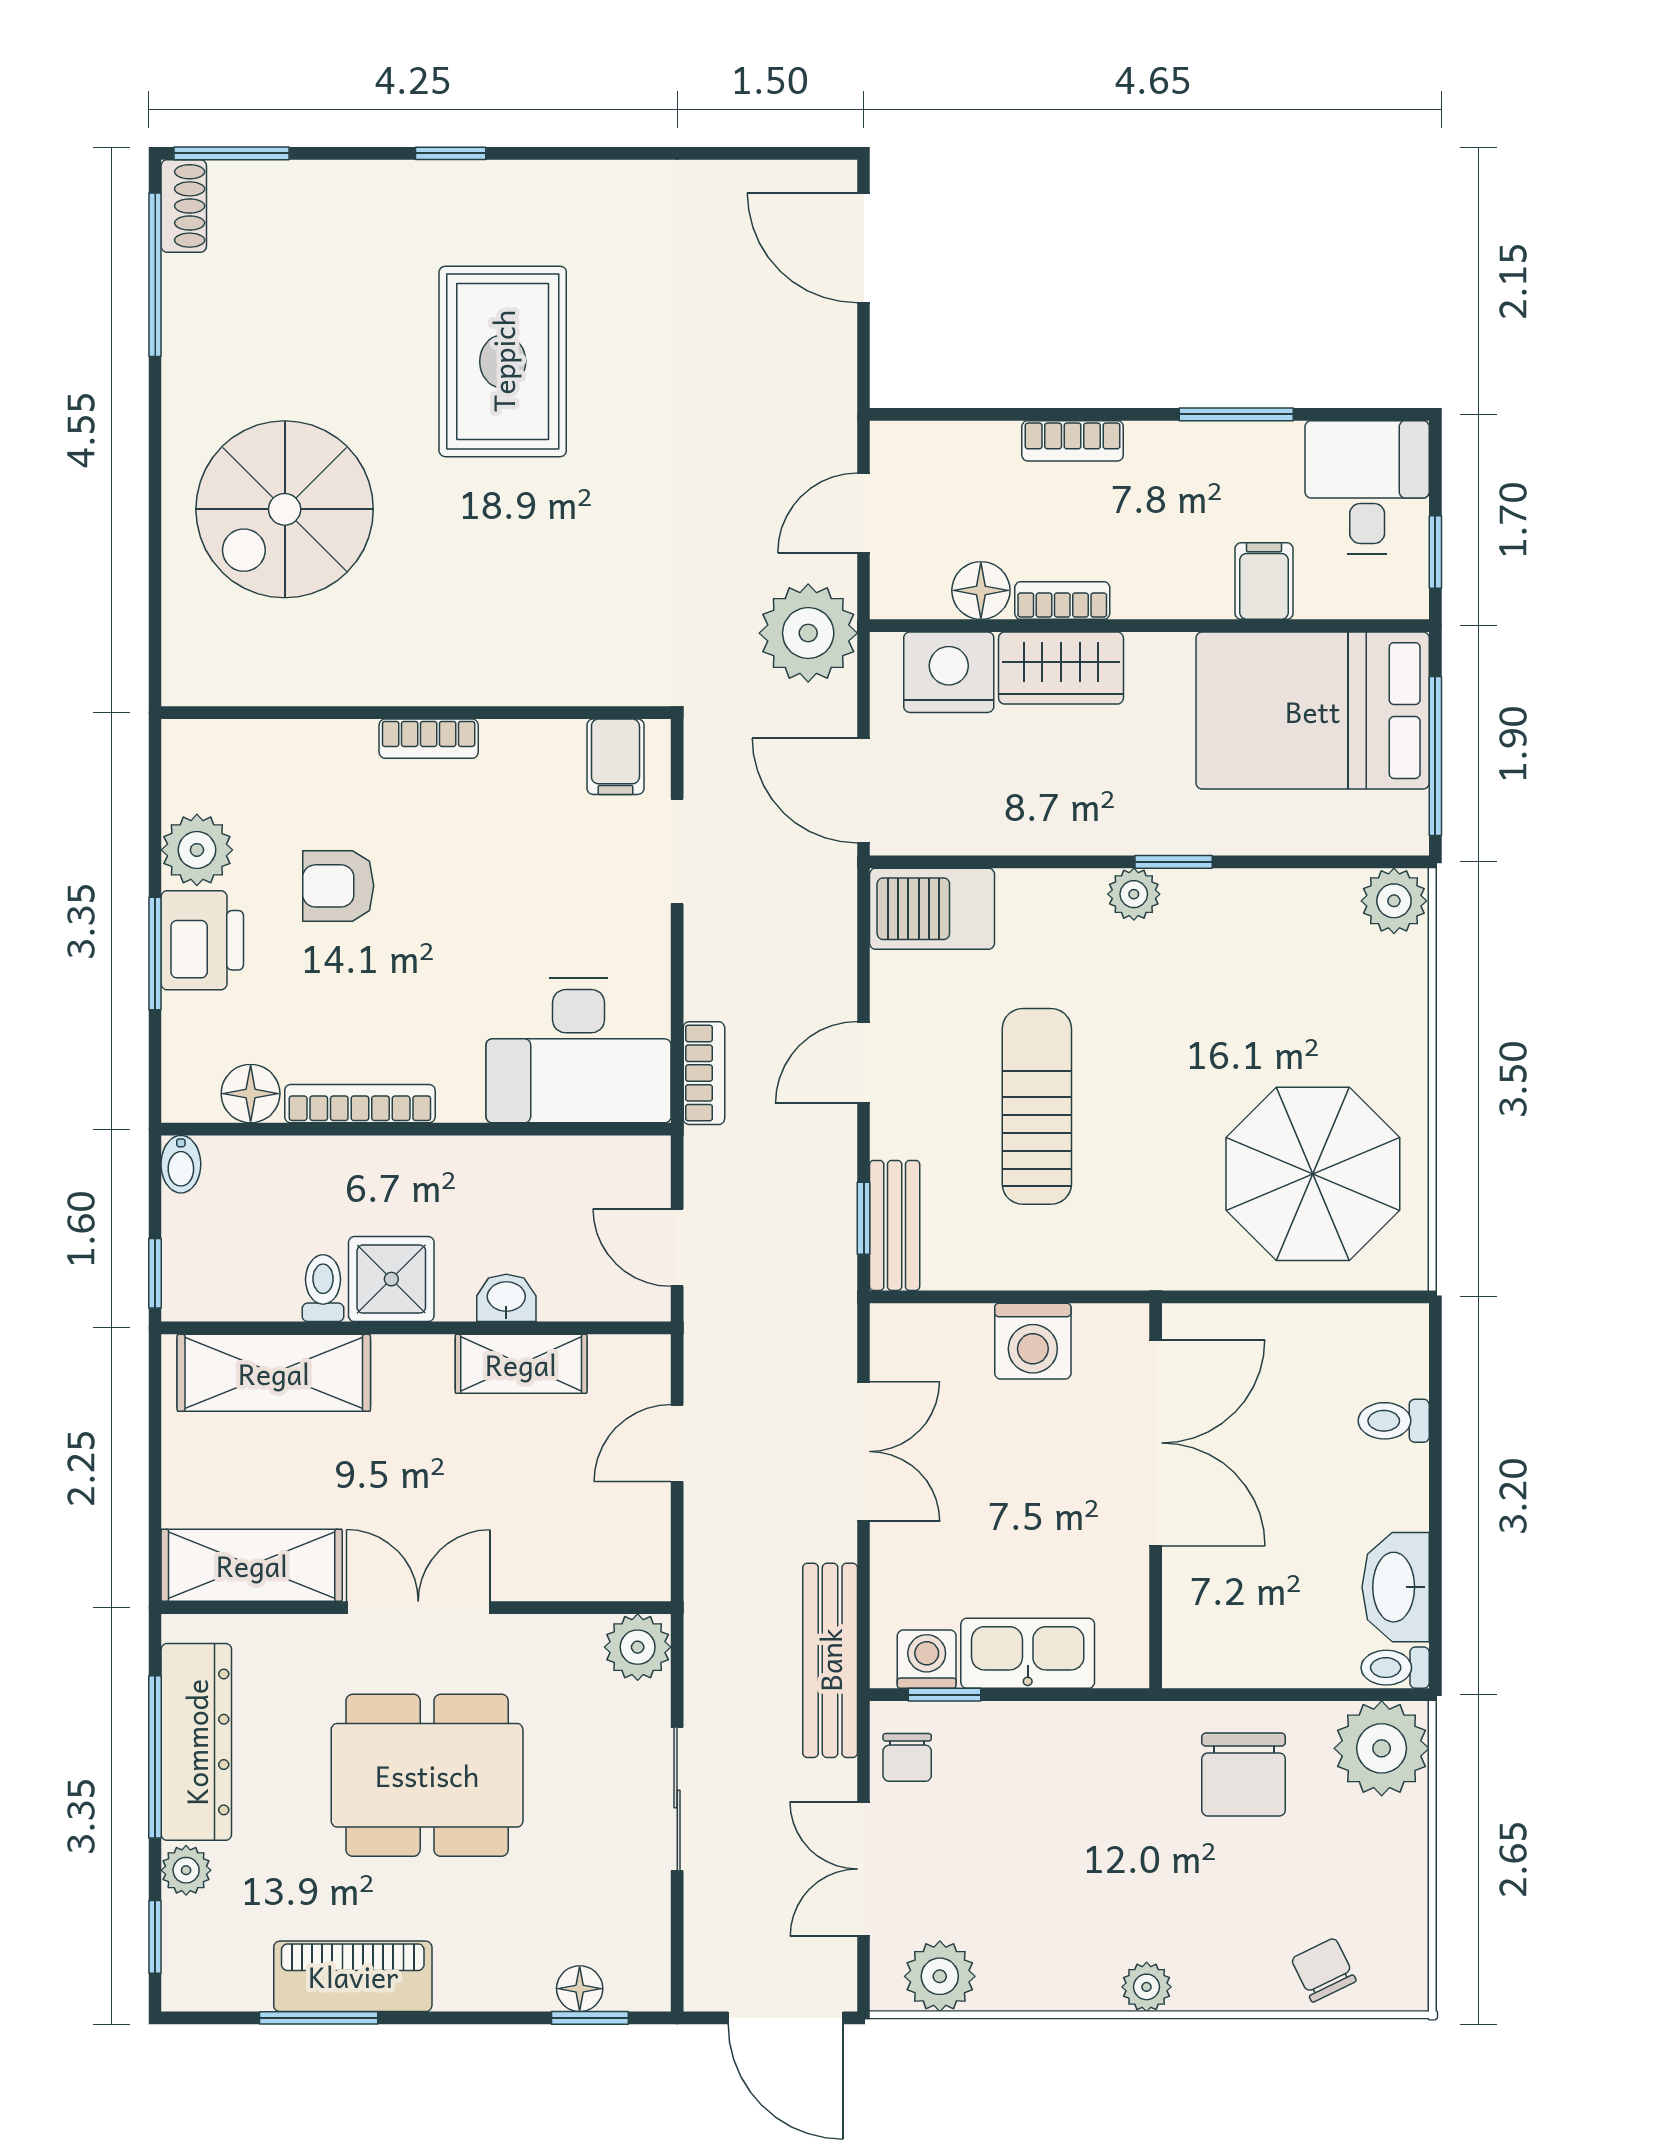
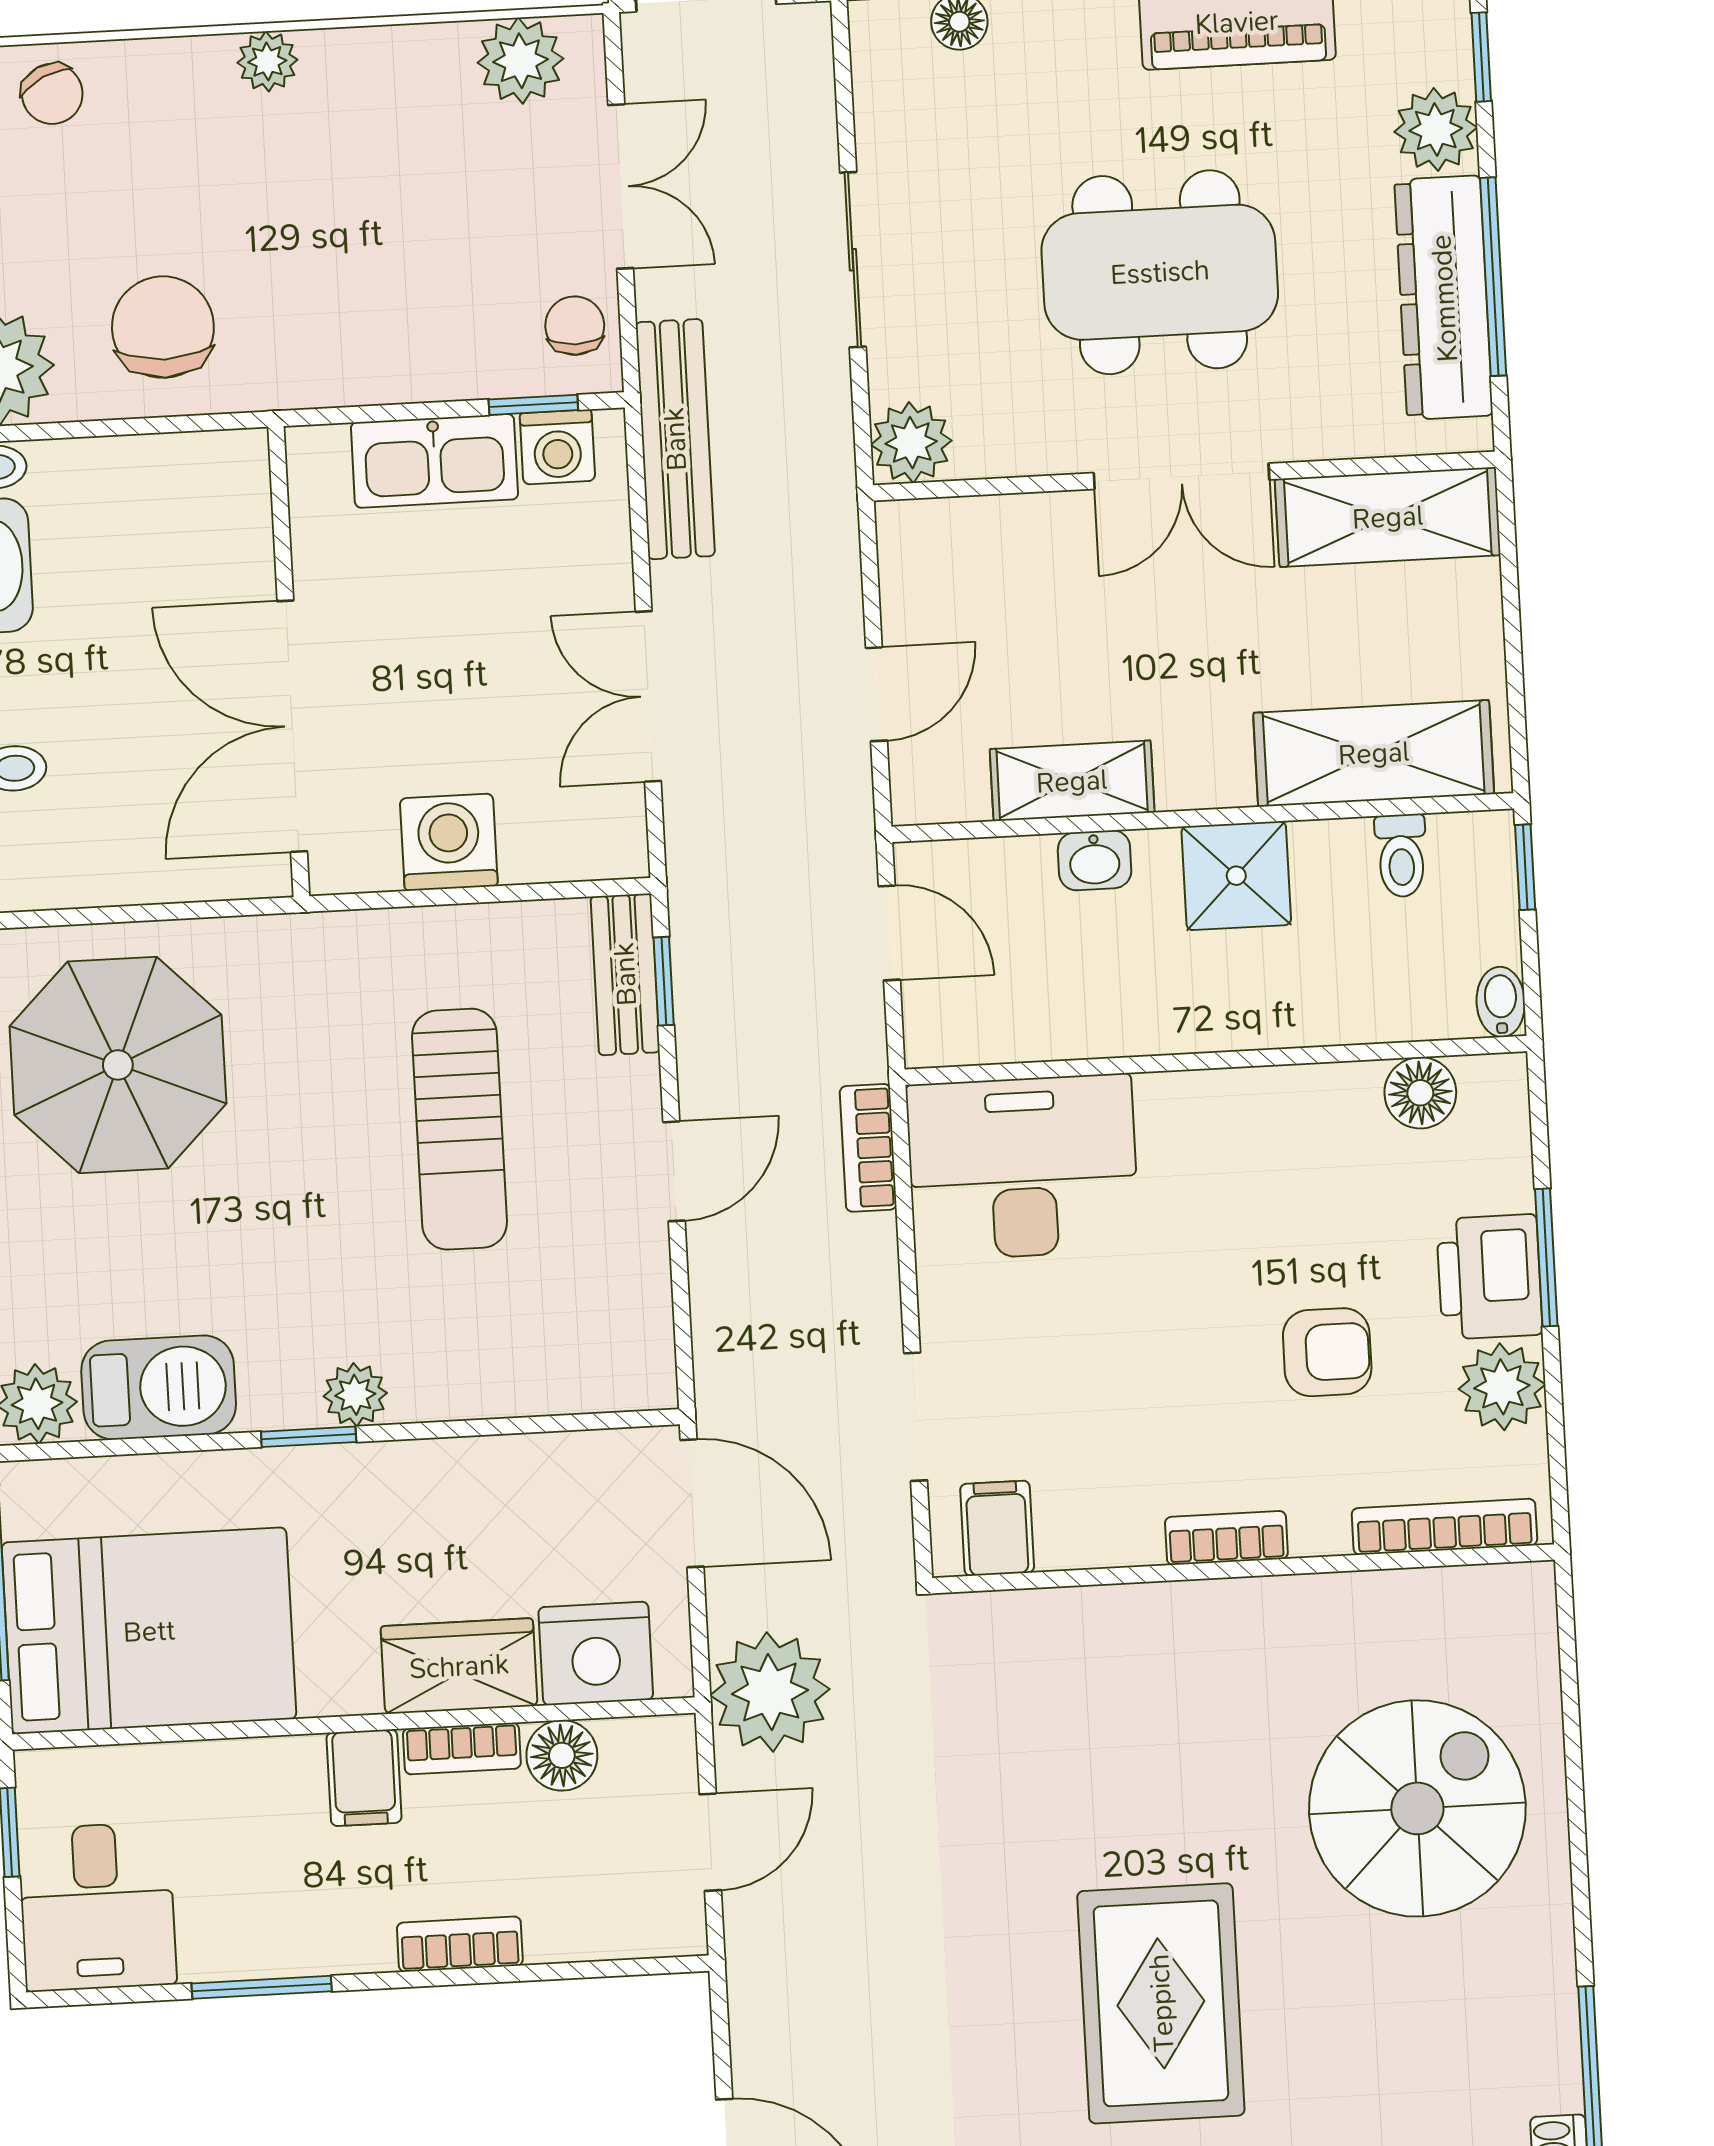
filing cabinet: (1264, 581) -> (364, 1778), moved
barbecue: (932, 909) -> (159, 1388), moved
bookcase: (360, 1104) -> (1444, 1527), moved, turned 180
toilet: (323, 1288) -> (1401, 856), moved
plant: (186, 1870) -> (1436, 130), width x1.38, depth x1.38

